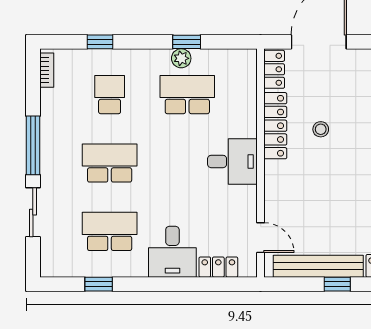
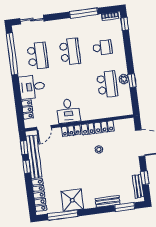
window: (100, 42) -> (125, 24), moved
locker: (274, 69) -> (71, 131), moved
window: (33, 145) -> (84, 13), moved
desk: (232, 161) -> (68, 111), moved
sliding door: (33, 212) -> (32, 20), moved
window: (99, 284) -> (12, 54), width x3.17
window: (297, 284) -> (24, 148), added

